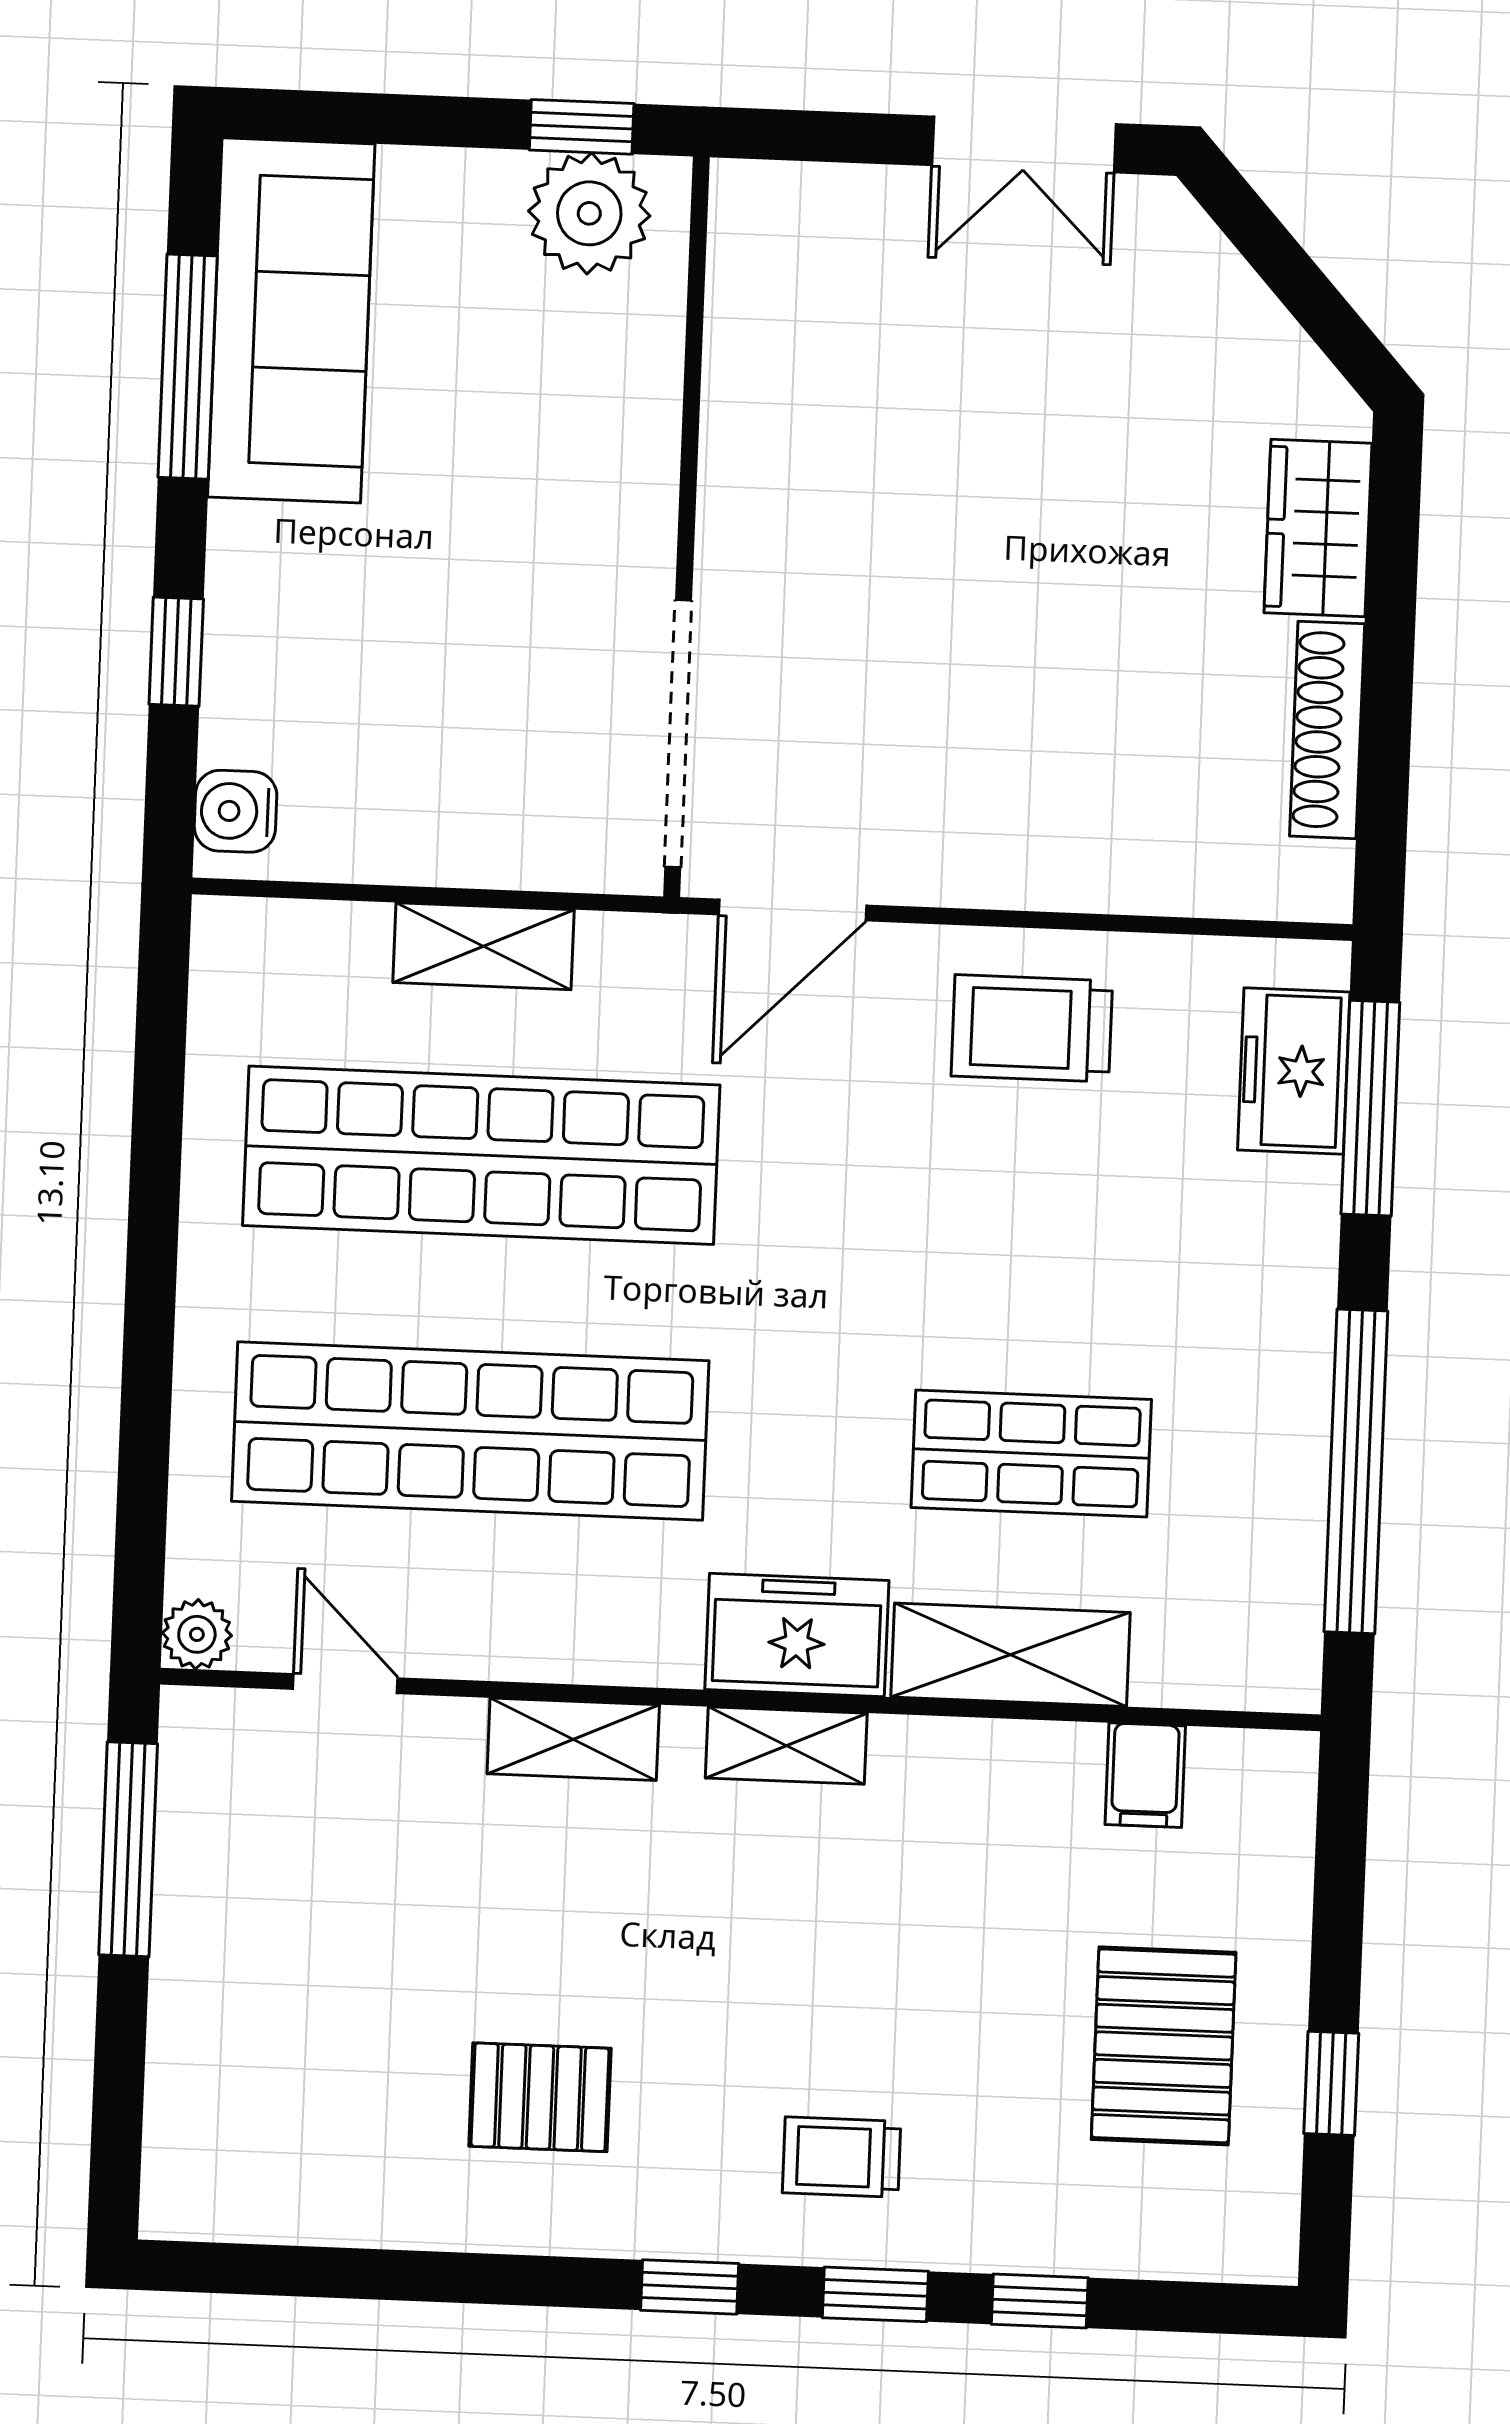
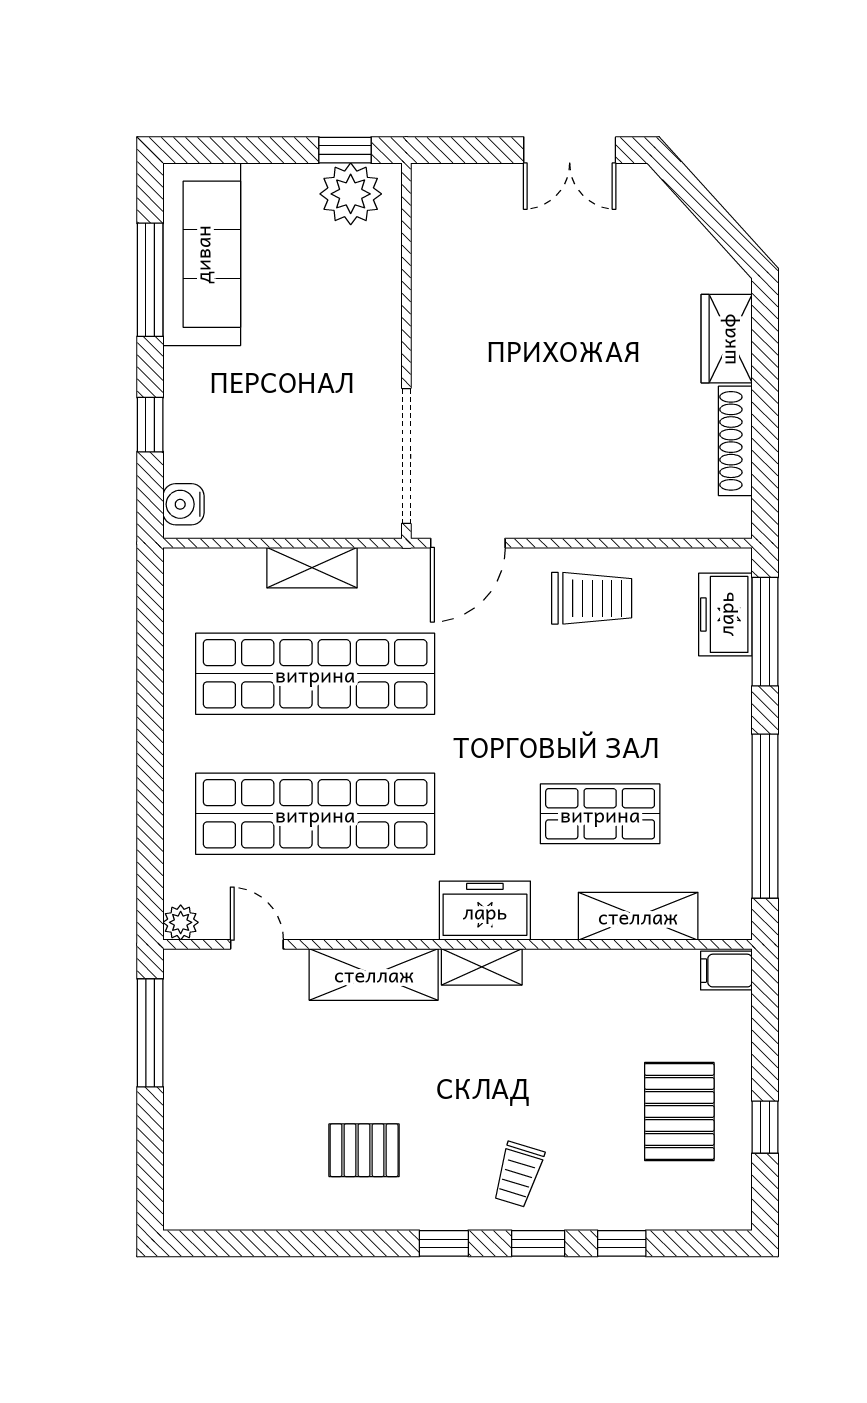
trolley: (1032, 1028) -> (592, 598), turned 180
shelving: (1010, 1655) -> (638, 916), moved
shelving: (573, 1739) -> (374, 974), width x1.50, depth x1.33
filing cabinet: (1145, 1775) -> (726, 971), moved, turned 90
trolley: (842, 2157) -> (518, 1174), turned -73

